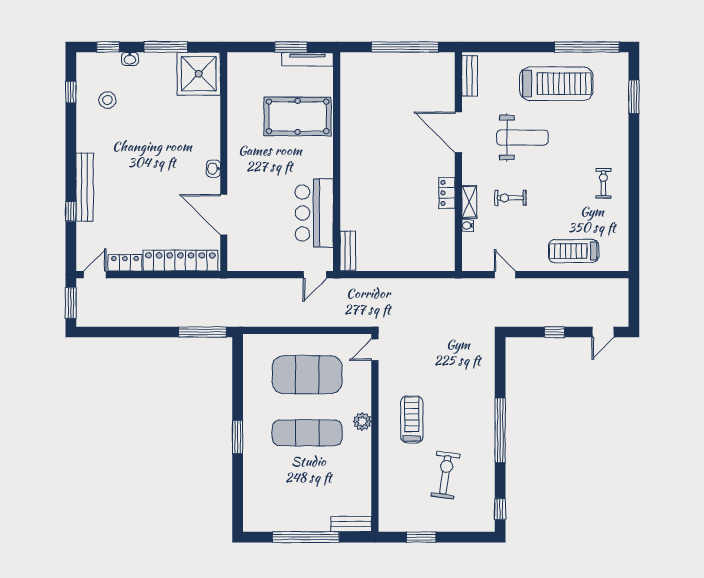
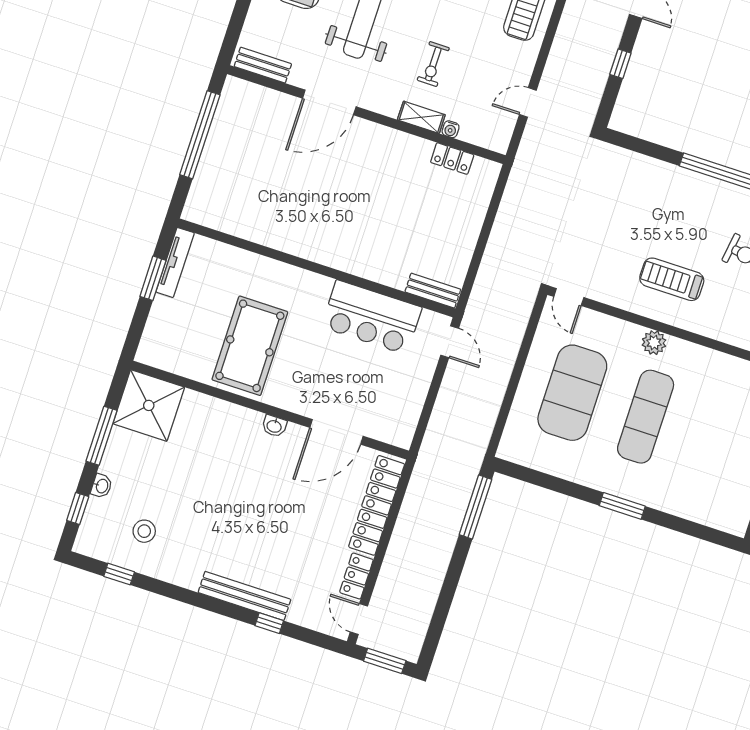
pool table: (298, 116) -> (250, 346), moved
locker: (447, 193) -> (452, 159), moved

